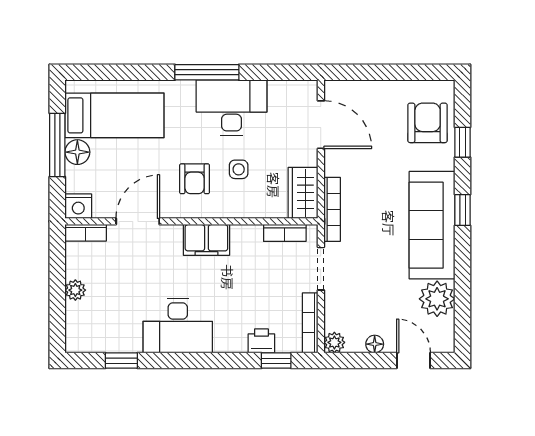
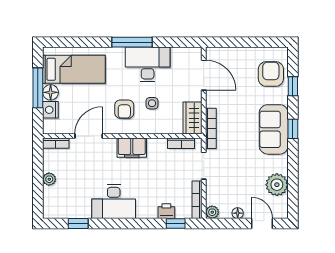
nightstand: (78, 206) -> (50, 110), moved, turned 90
sofa: (432, 225) -> (274, 129), width x0.73

